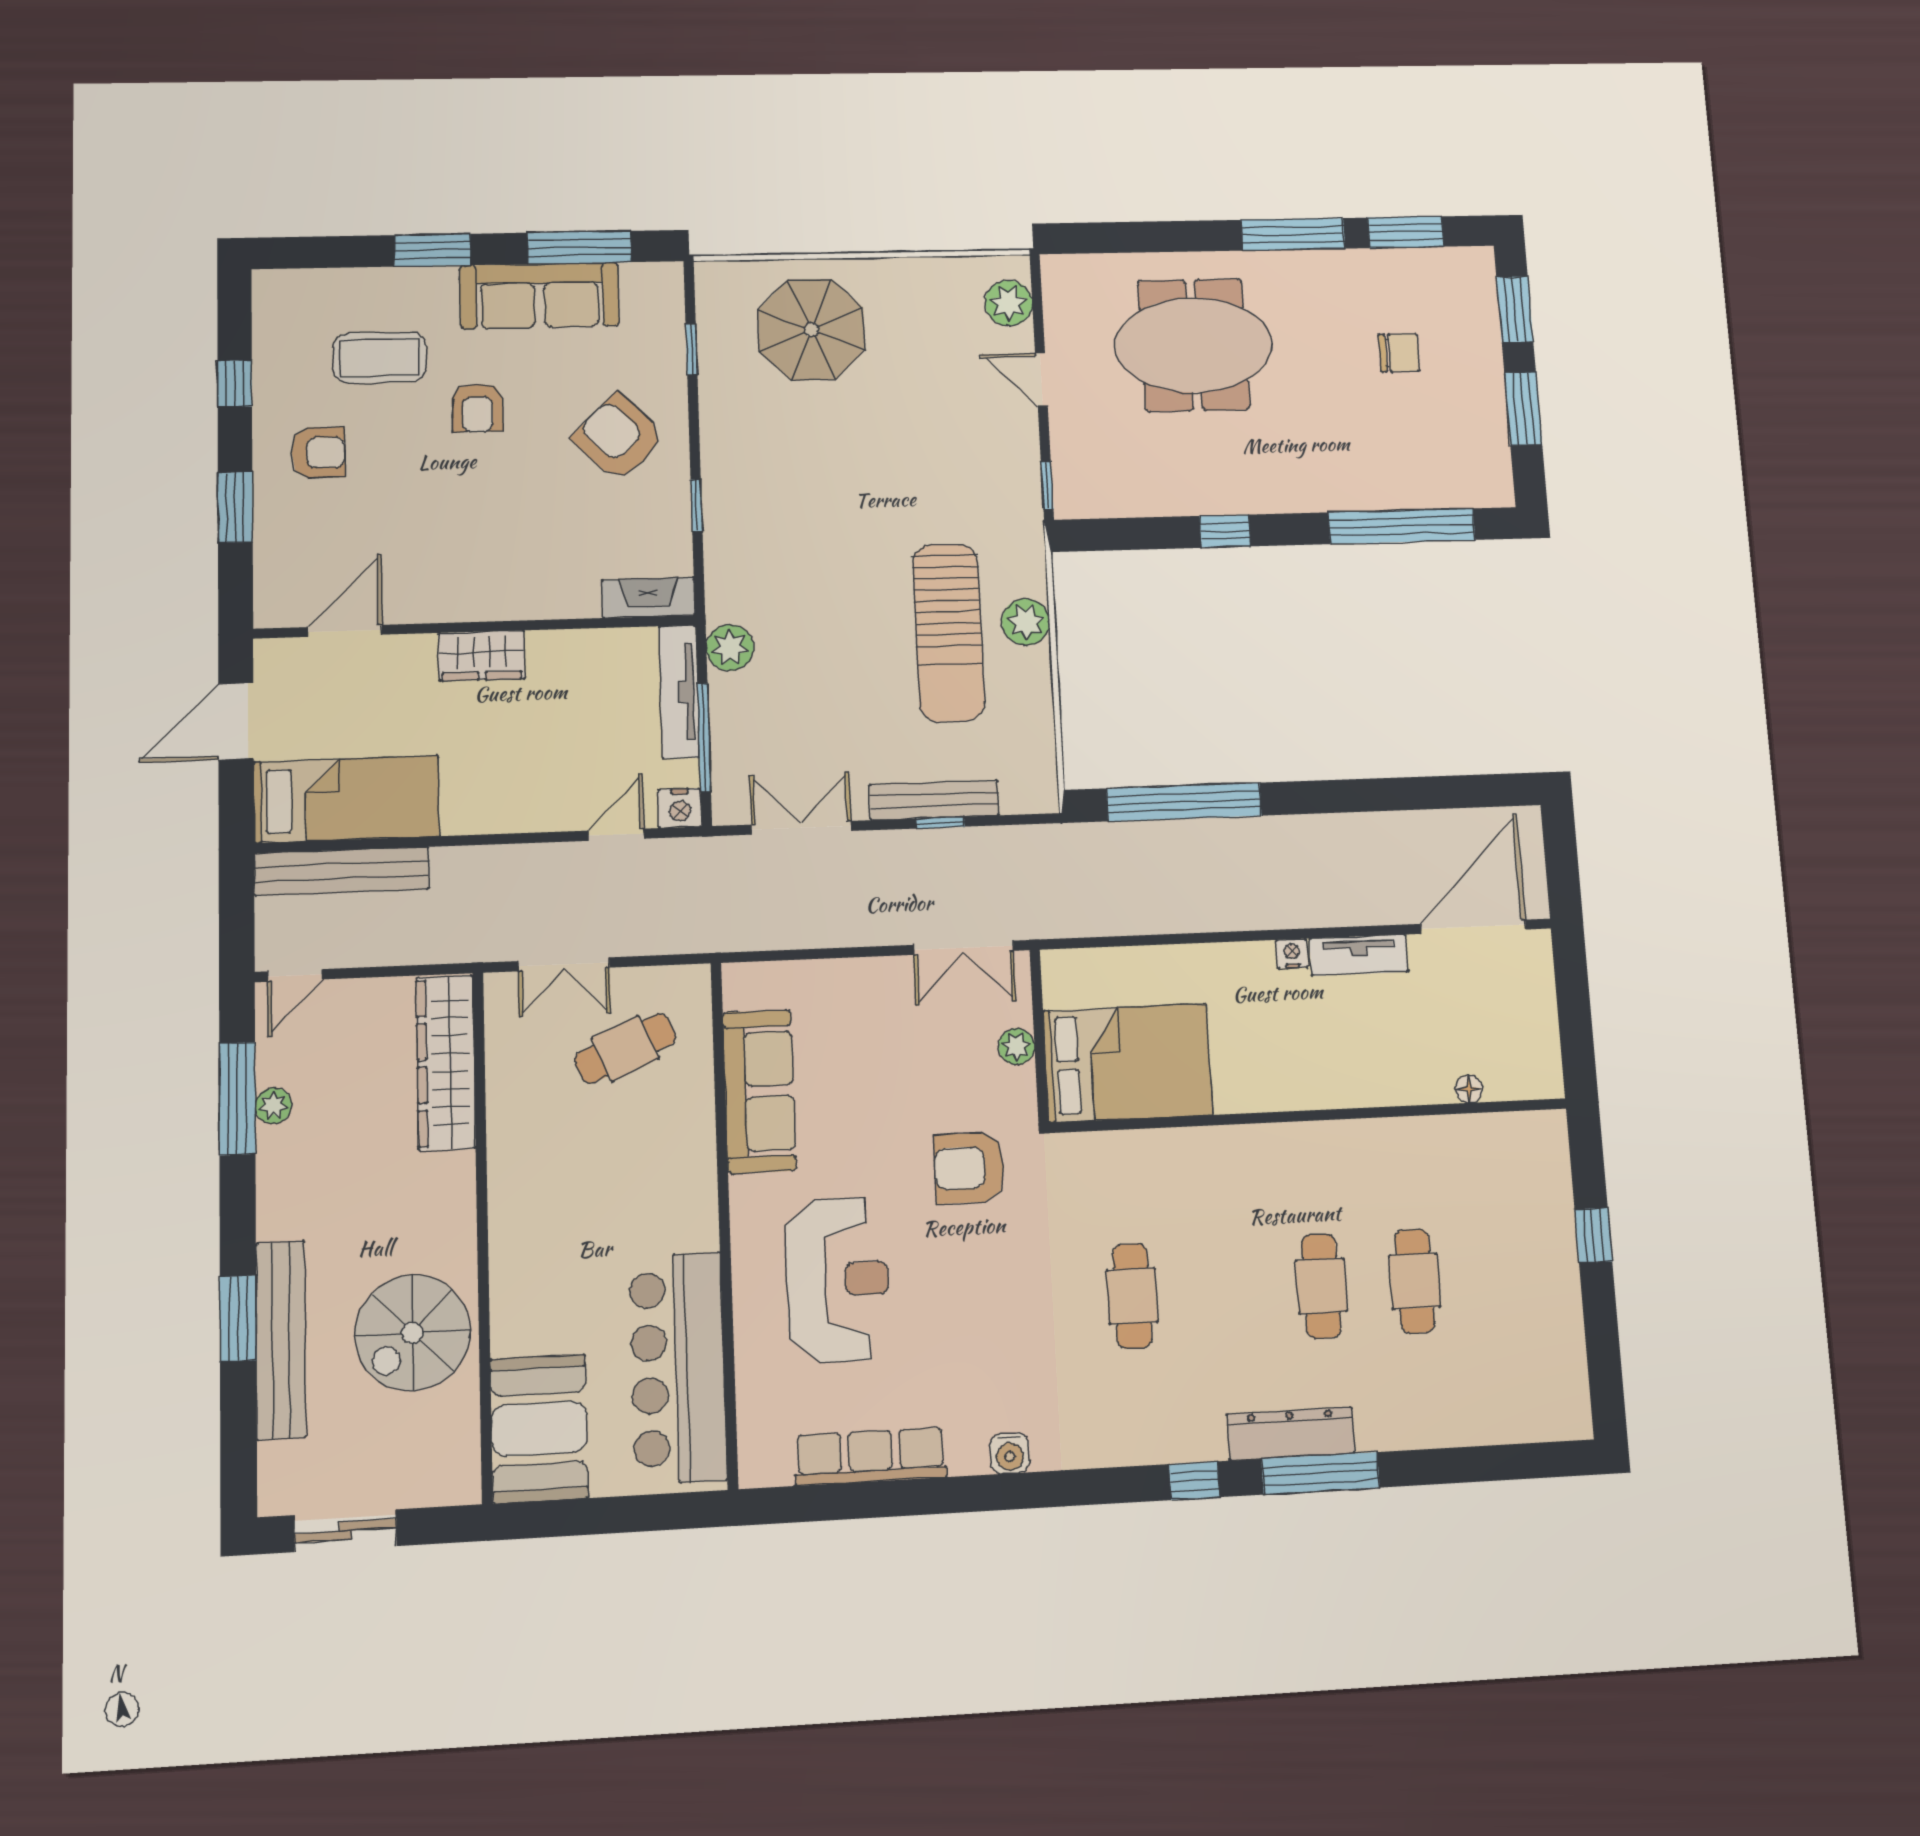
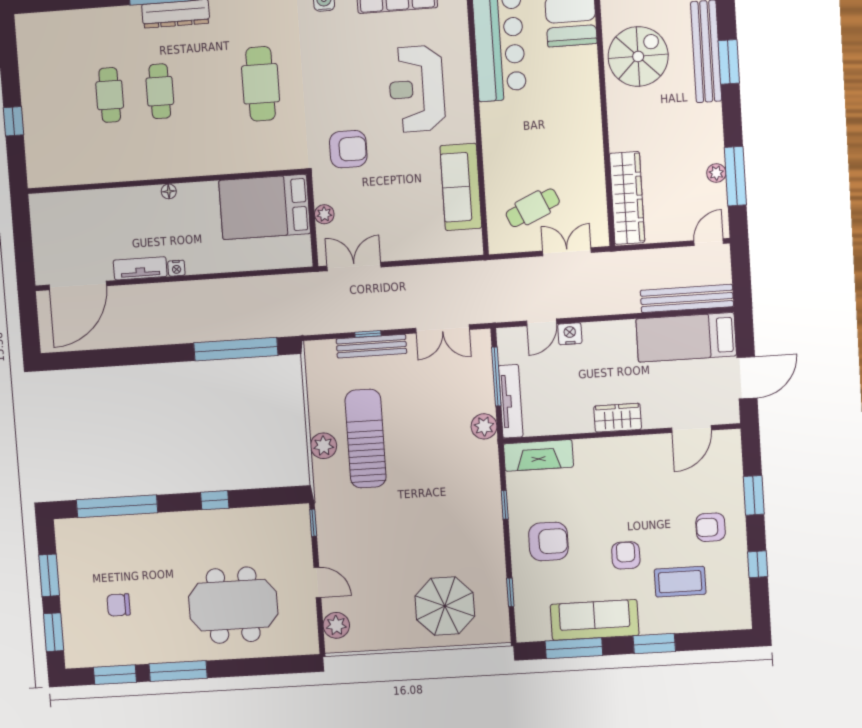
armchair: (619, 437) -> (548, 541), turned -45
fireplace: (648, 598) -> (538, 455), width x1.37, depth x1.32
nightstand: (680, 808) -> (570, 334), moved
floor lamp: (1469, 1089) -> (169, 191), moved
cafe table: (1132, 1296) -> (261, 84), width x1.37, depth x1.35

